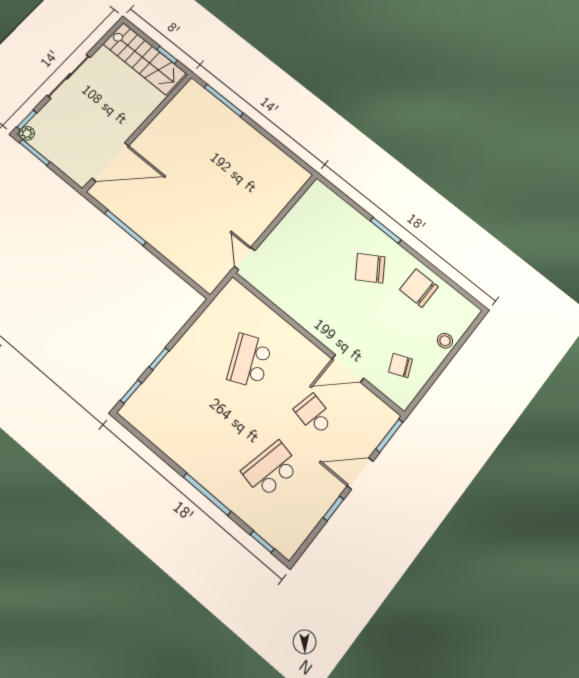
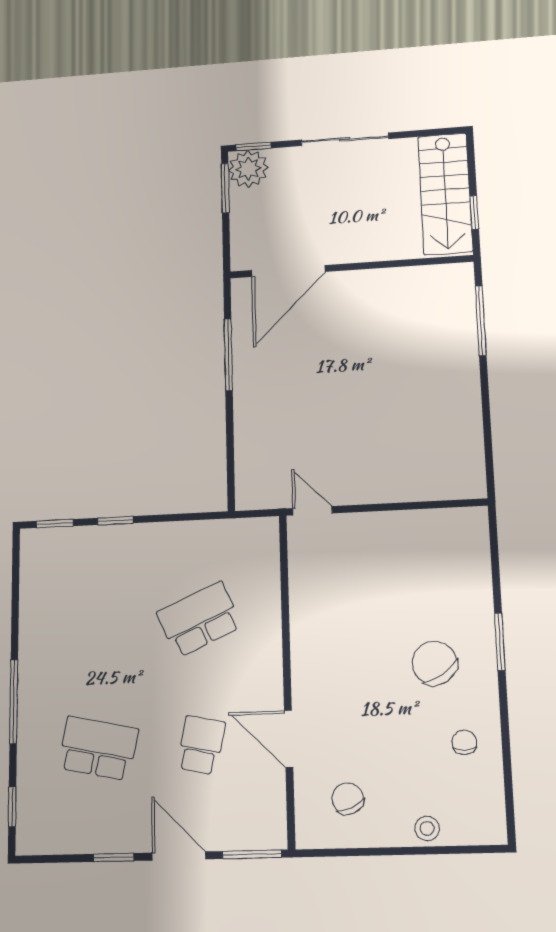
plant: (27, 133) -> (248, 169), width x1.87, depth x1.87
door: (110, 162) -> (288, 271), hinge flipped
door: (245, 258) -> (312, 511), hinge flipped
chair: (419, 288) -> (464, 742), width x0.54, depth x0.54

